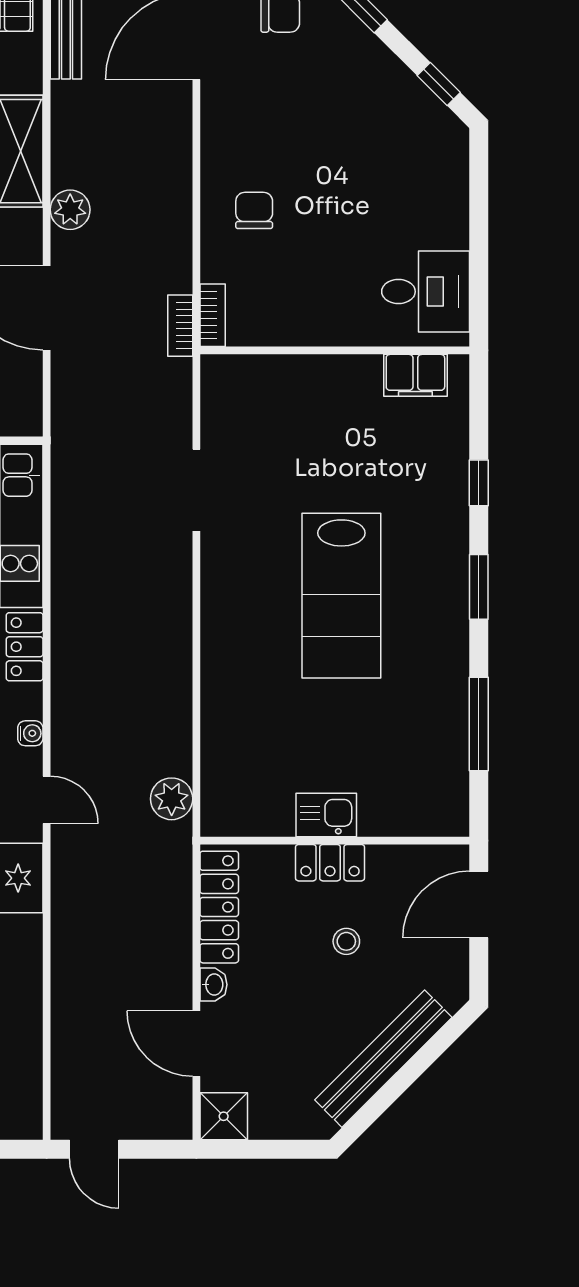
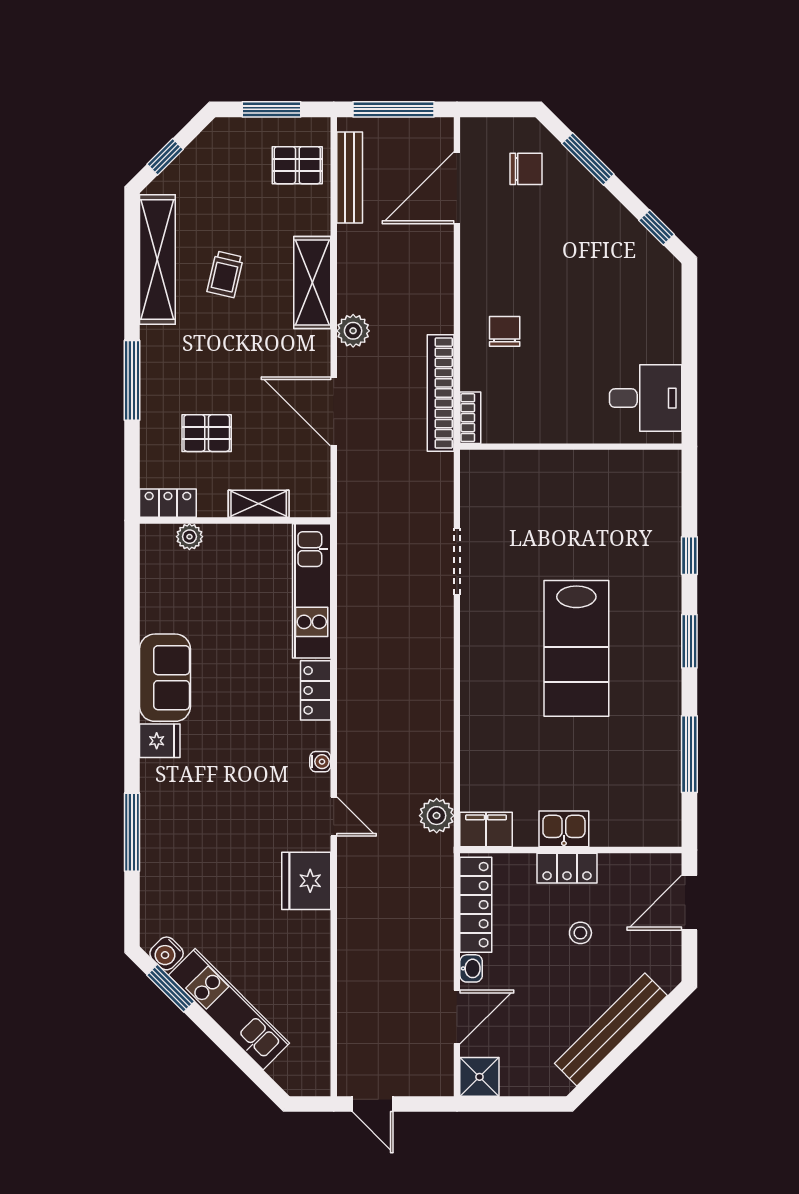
bookcase: (180, 326) -> (441, 393), width x2.31, depth x1.31
filing cabinet: (415, 375) -> (486, 830), moved, turned 180
door: (196, 1044) -> (457, 1017), swing flipped

